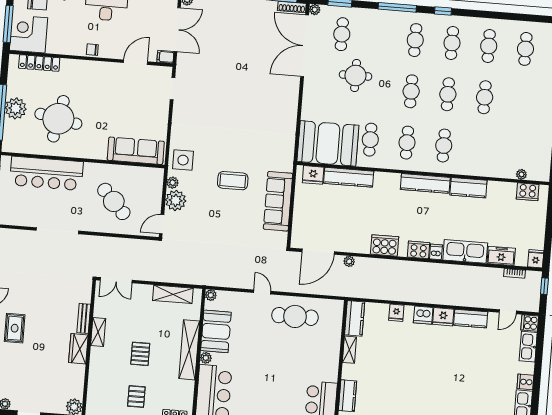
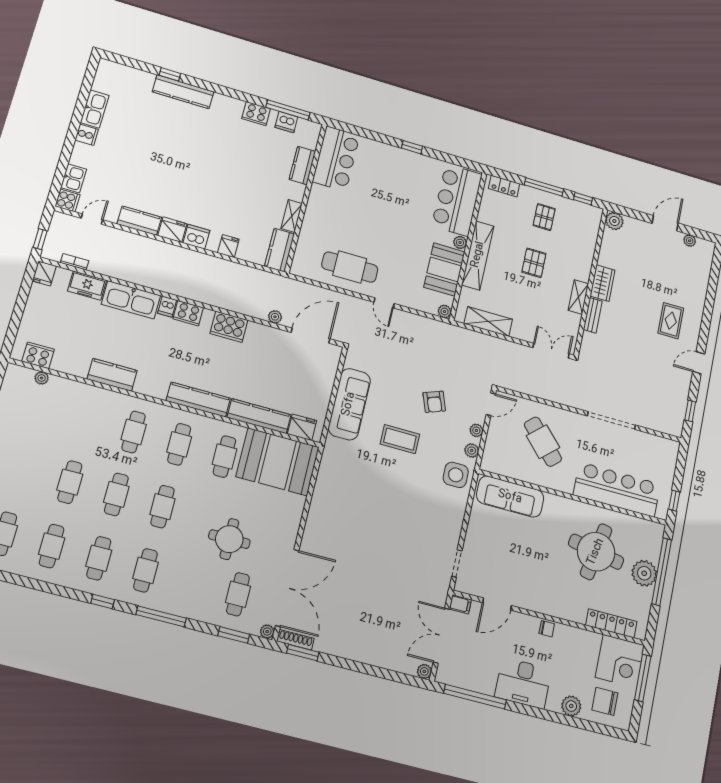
kitchen counter: (425, 183) -> (198, 400), moved
plant: (176, 200) -> (476, 430), width x0.53, depth x0.53
armchair: (209, 217) -> (434, 402), added
kitchen sink: (528, 347) -> (74, 178), width x0.73

